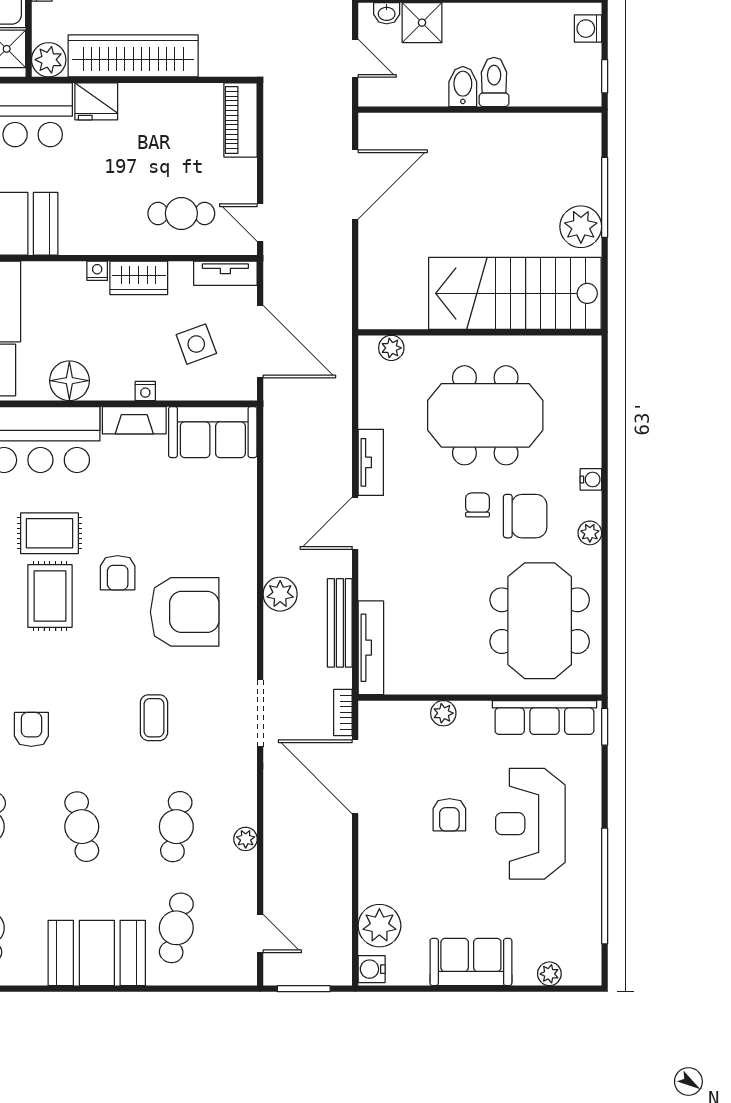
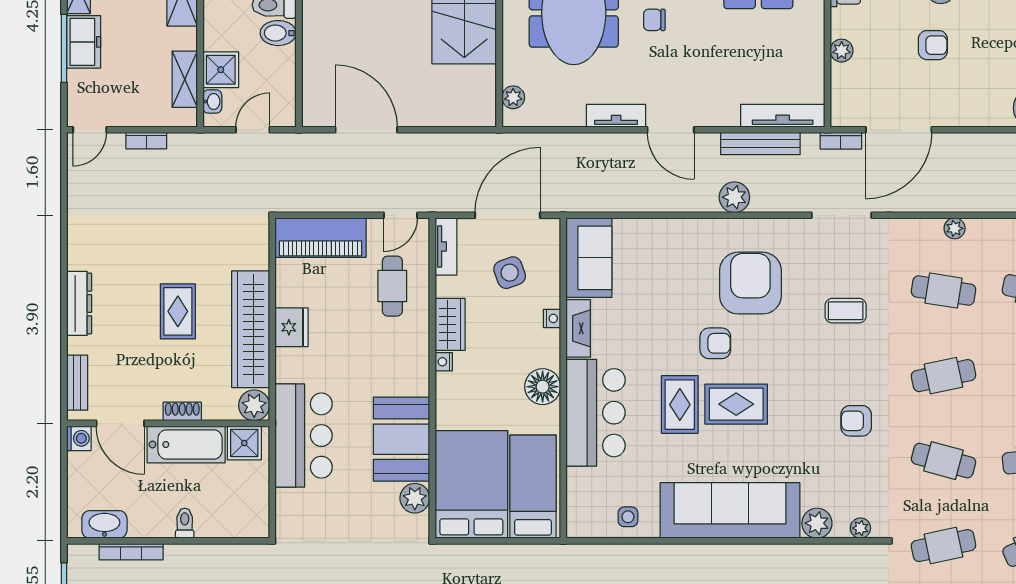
fridge: (96, 101) -> (291, 327), moved
piano: (241, 120) -> (320, 238), width x1.37, depth x1.33

